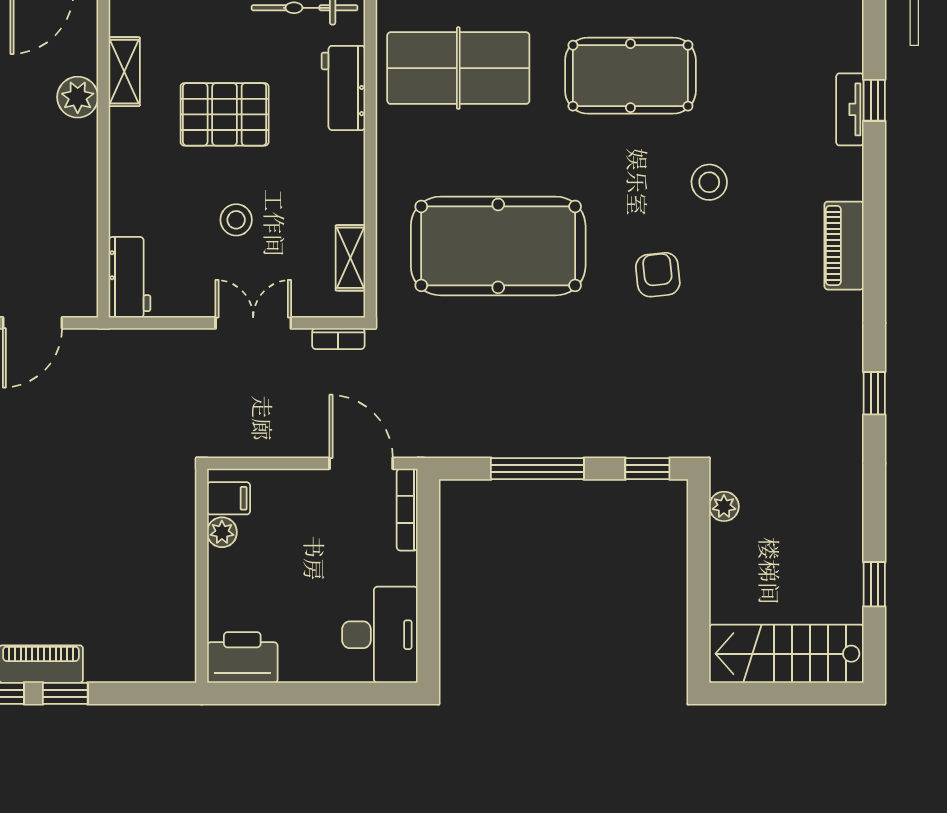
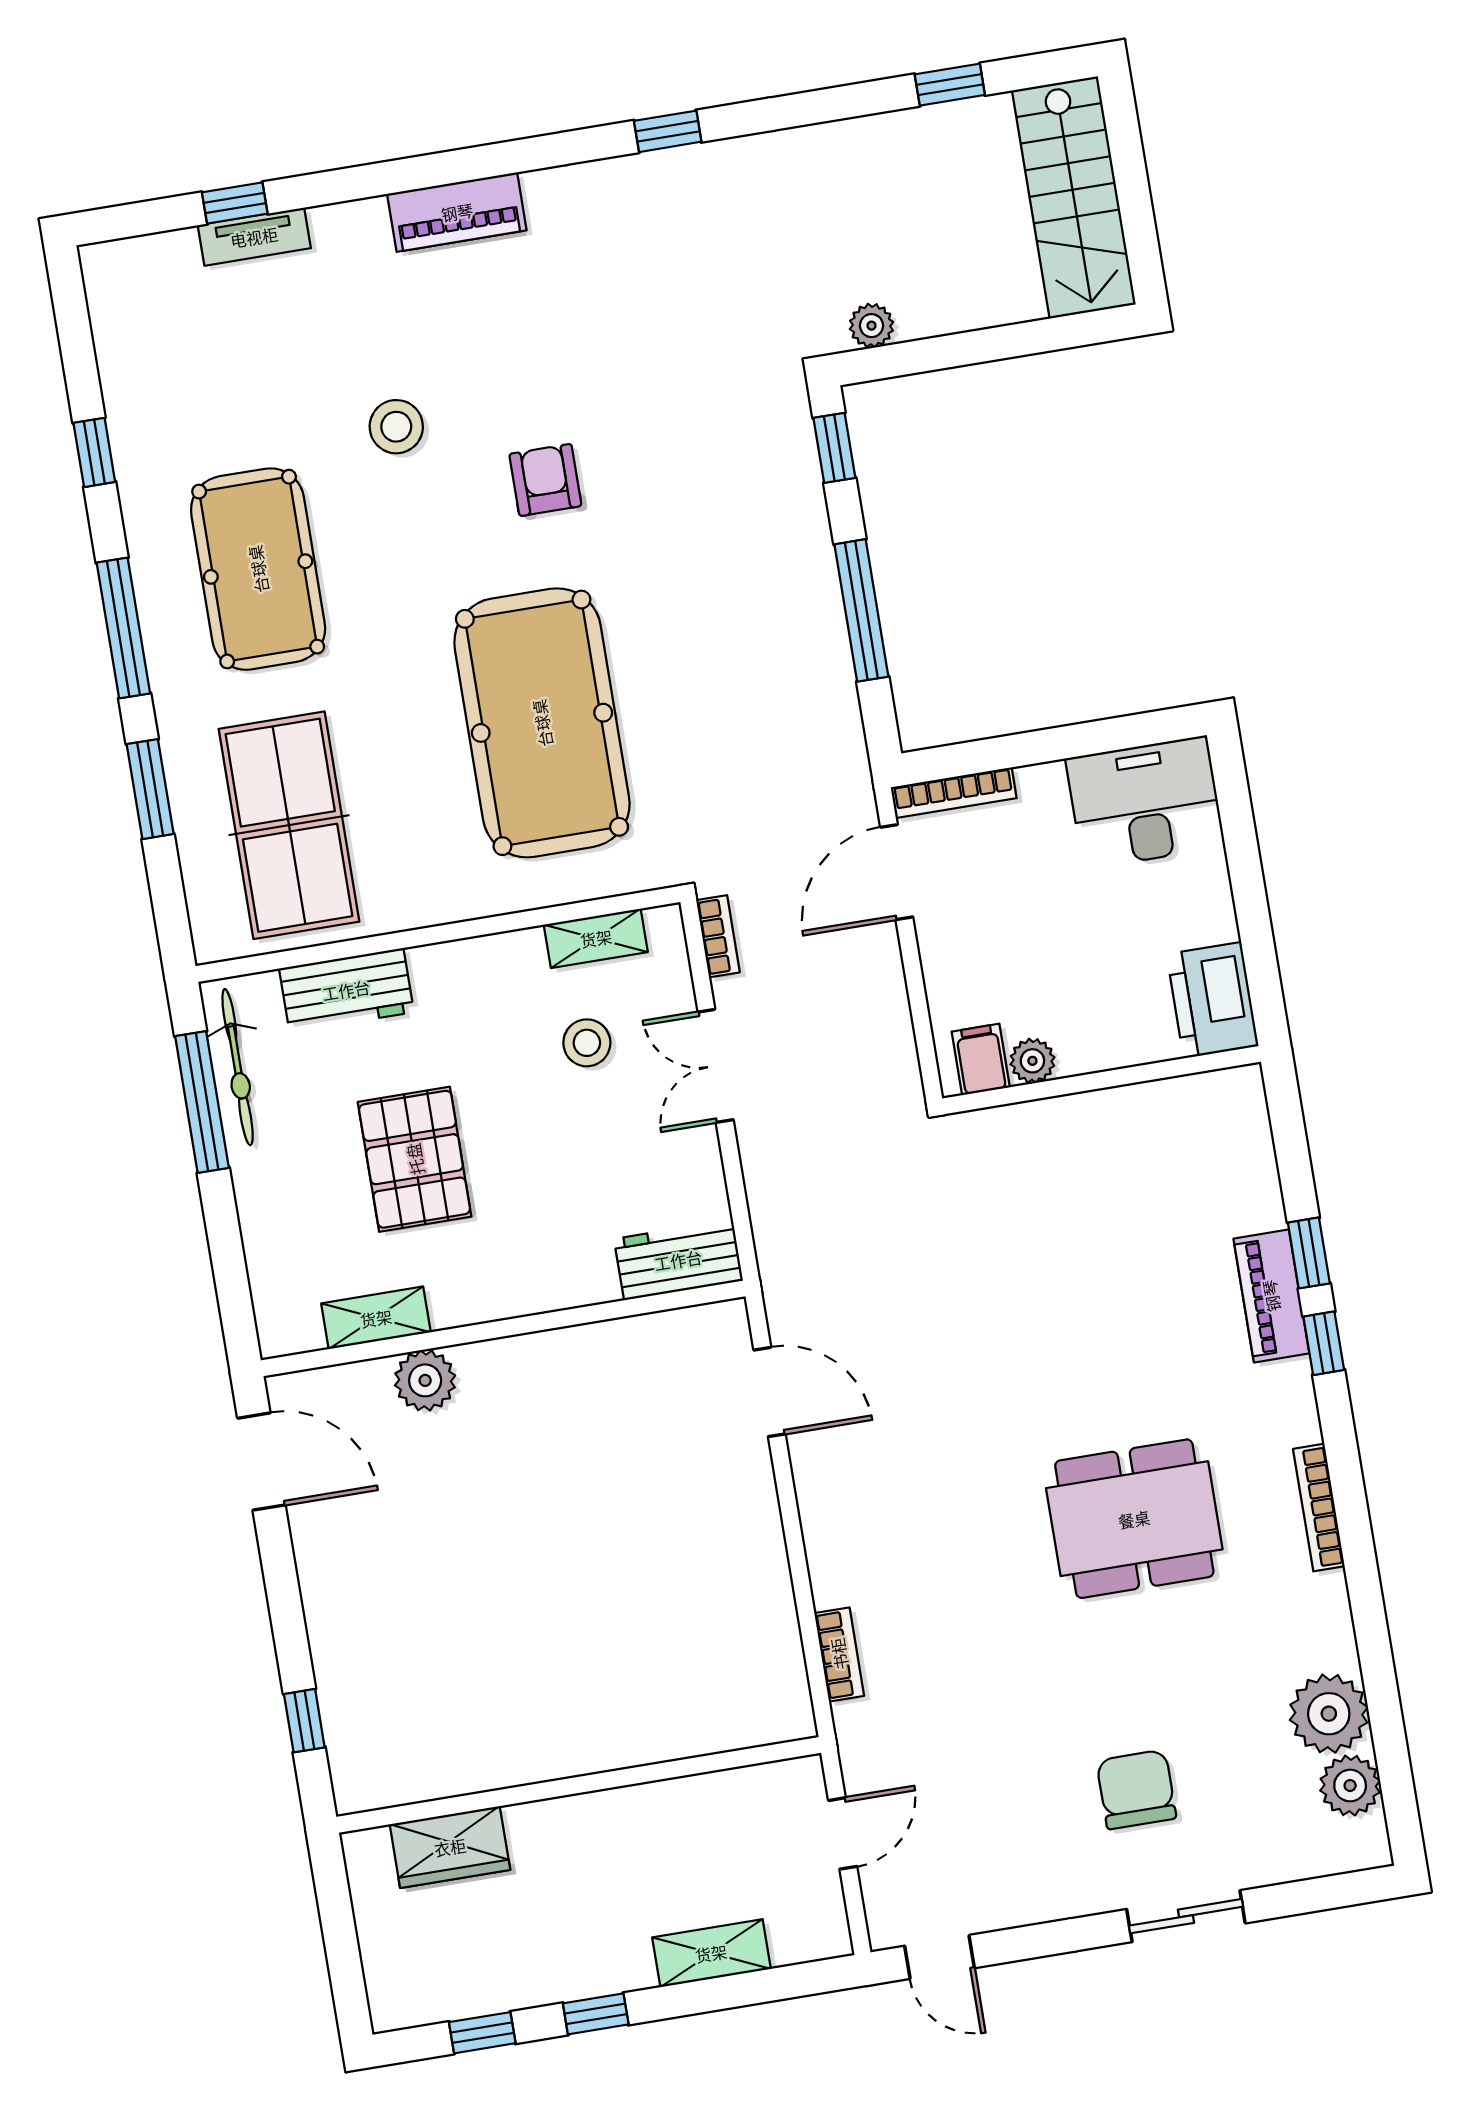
stool: (236, 220) -> (587, 1043), moved
armchair: (658, 275) -> (545, 480), turned 96

